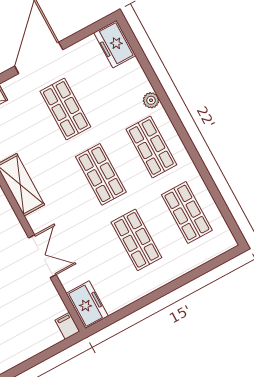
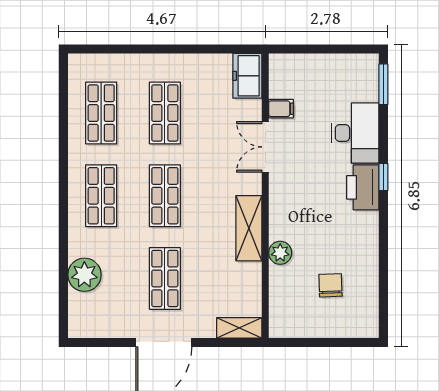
freezer: (115, 44) -> (82, 316), removed
plant: (151, 100) -> (84, 275), moved, width x1.87, depth x1.87
filing cabinet: (67, 326) -> (281, 109), moved, turned -90

